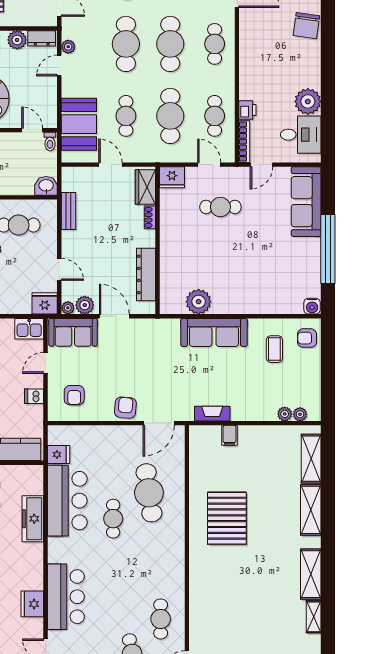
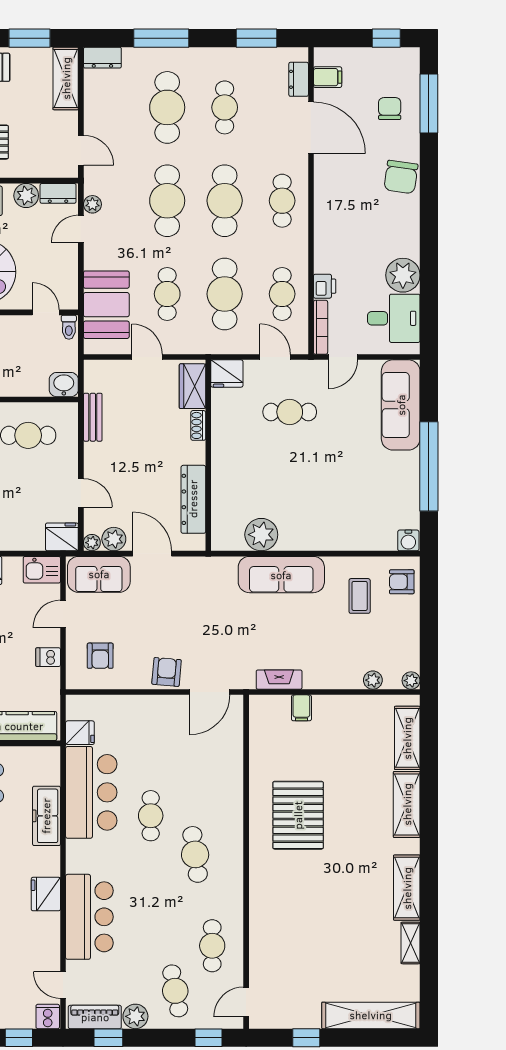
plant: (300, 414) -> (411, 681), moved
cafe table: (149, 493) -> (195, 854), moved, width x0.73, depth x0.74
fridge: (32, 604) -> (46, 894), moved

